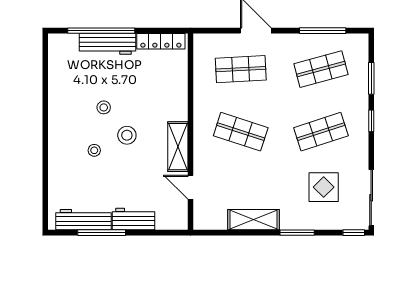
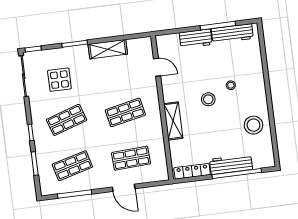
stool: (104, 107) -> (253, 125), moved, width x1.89, depth x1.89
shop shelf: (241, 132) -> (125, 112), turned -30
shelving: (178, 147) -> (173, 121), moved

